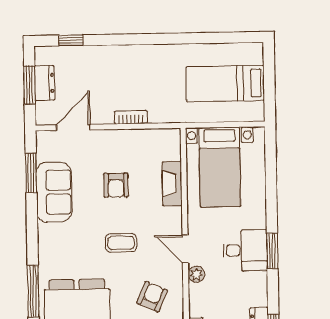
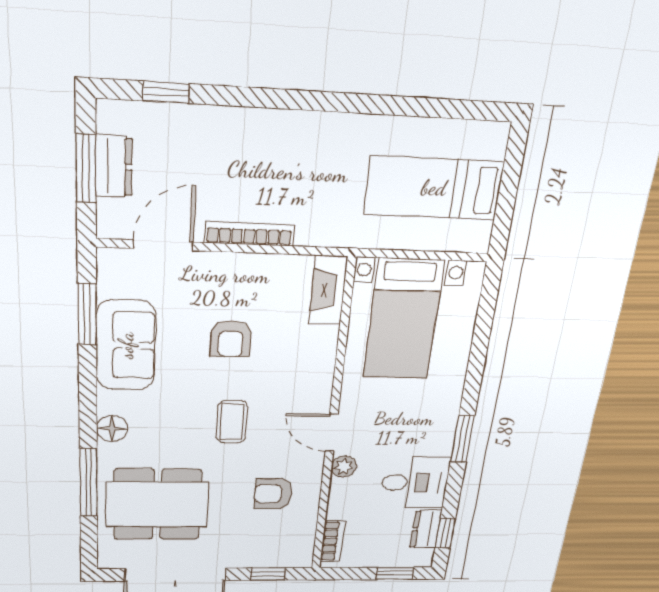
bookcase: (131, 117) -> (249, 234), width x1.56
fireplace: (172, 184) -> (328, 290), moved
coffee table: (121, 243) -> (232, 422), turned 90
floor lamp: (47, 250) -> (112, 429), added
desk: (245, 250) -> (415, 483), moved
armchair: (152, 297) -> (273, 494), turned -114

